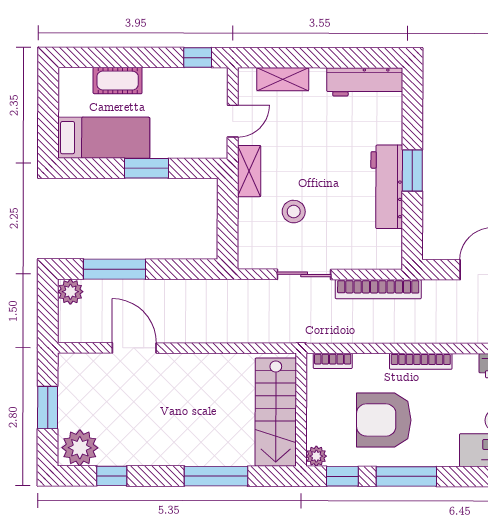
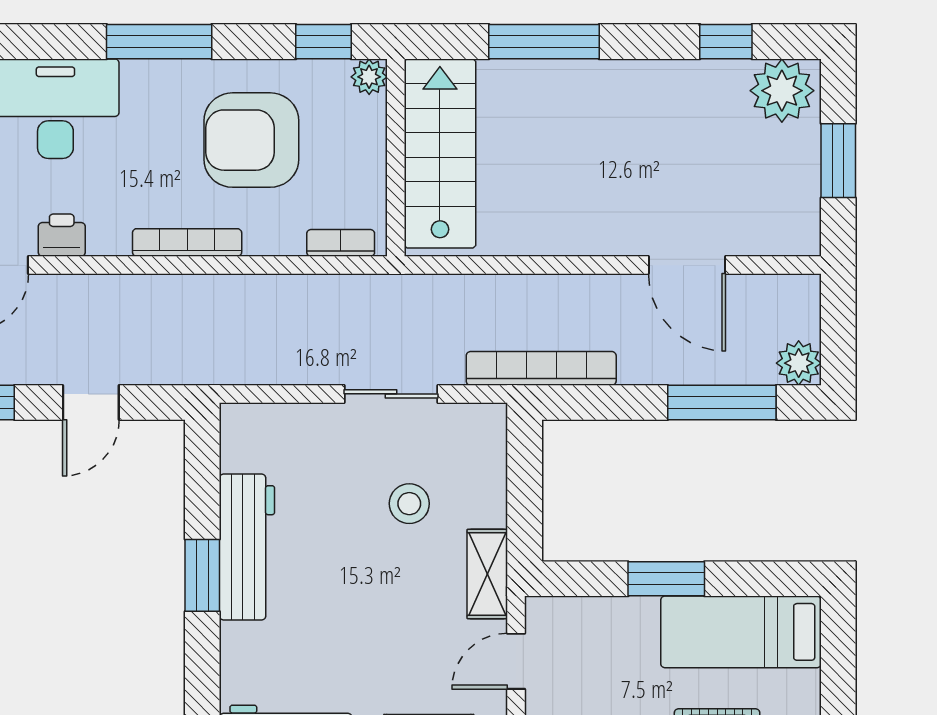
bookcase: (378, 289) -> (541, 368), moved
armchair: (384, 420) -> (251, 140), turned 180
window: (406, 476) -> (159, 42), moved

